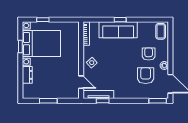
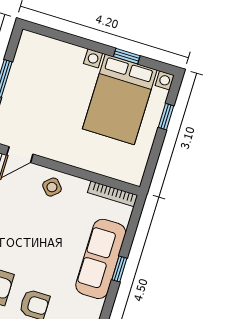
dresser: (27, 75) -> (67, 53), removed

